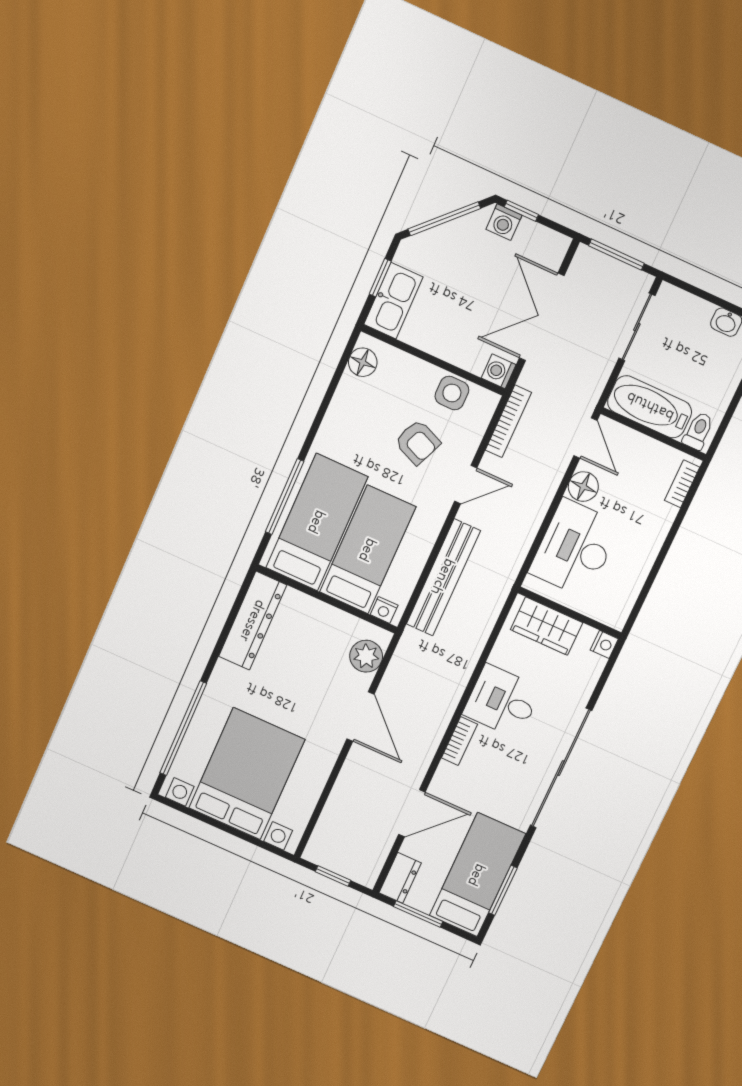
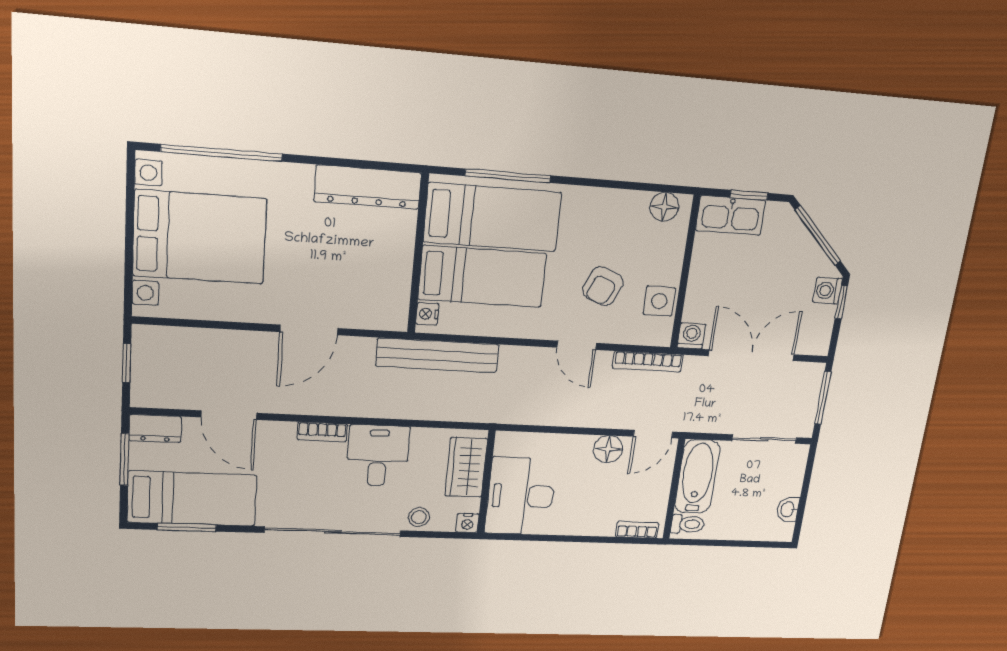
desk: (575, 548) -> (521, 496), moved, turned -90
bench: (443, 577) -> (437, 355), moved
plant: (366, 656) -> (374, 313), removed
stool: (579, 687) -> (419, 517), added

